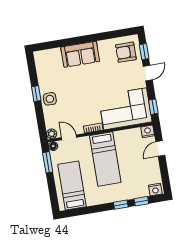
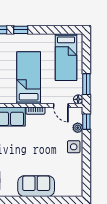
window: (36, 94) -> (86, 122), moved
plant: (52, 134) -> (78, 128), moved

